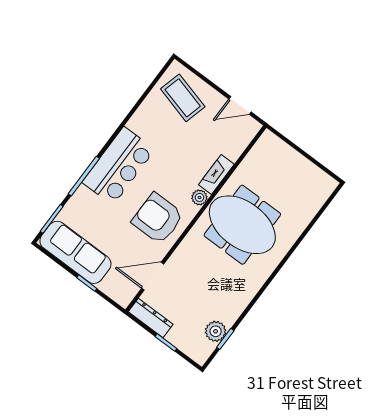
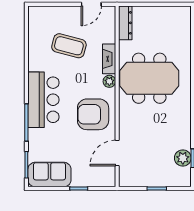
coffee table: (183, 98) -> (69, 46), moved
sofa: (75, 252) -> (49, 175), width x0.73
dresser: (151, 318) -> (125, 23), moved, turned 90

